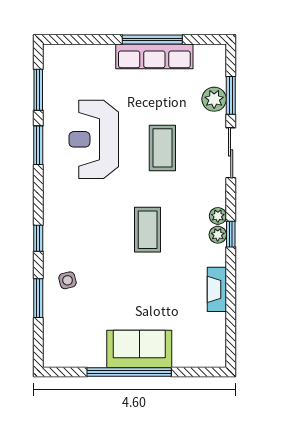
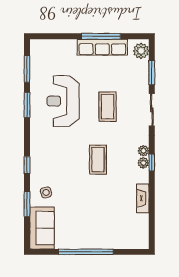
plant: (214, 99) -> (141, 51), moved
sofa: (139, 349) -> (42, 228), moved, turned 90

